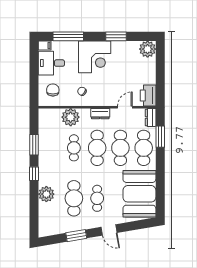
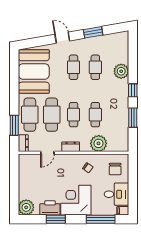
printer: (148, 95) -> (50, 208), moved, turned -90
cafe table: (97, 148) -> (74, 115), width x0.73, depth x0.74
cafe table: (74, 198) -> (95, 67), width x0.73, depth x0.74

